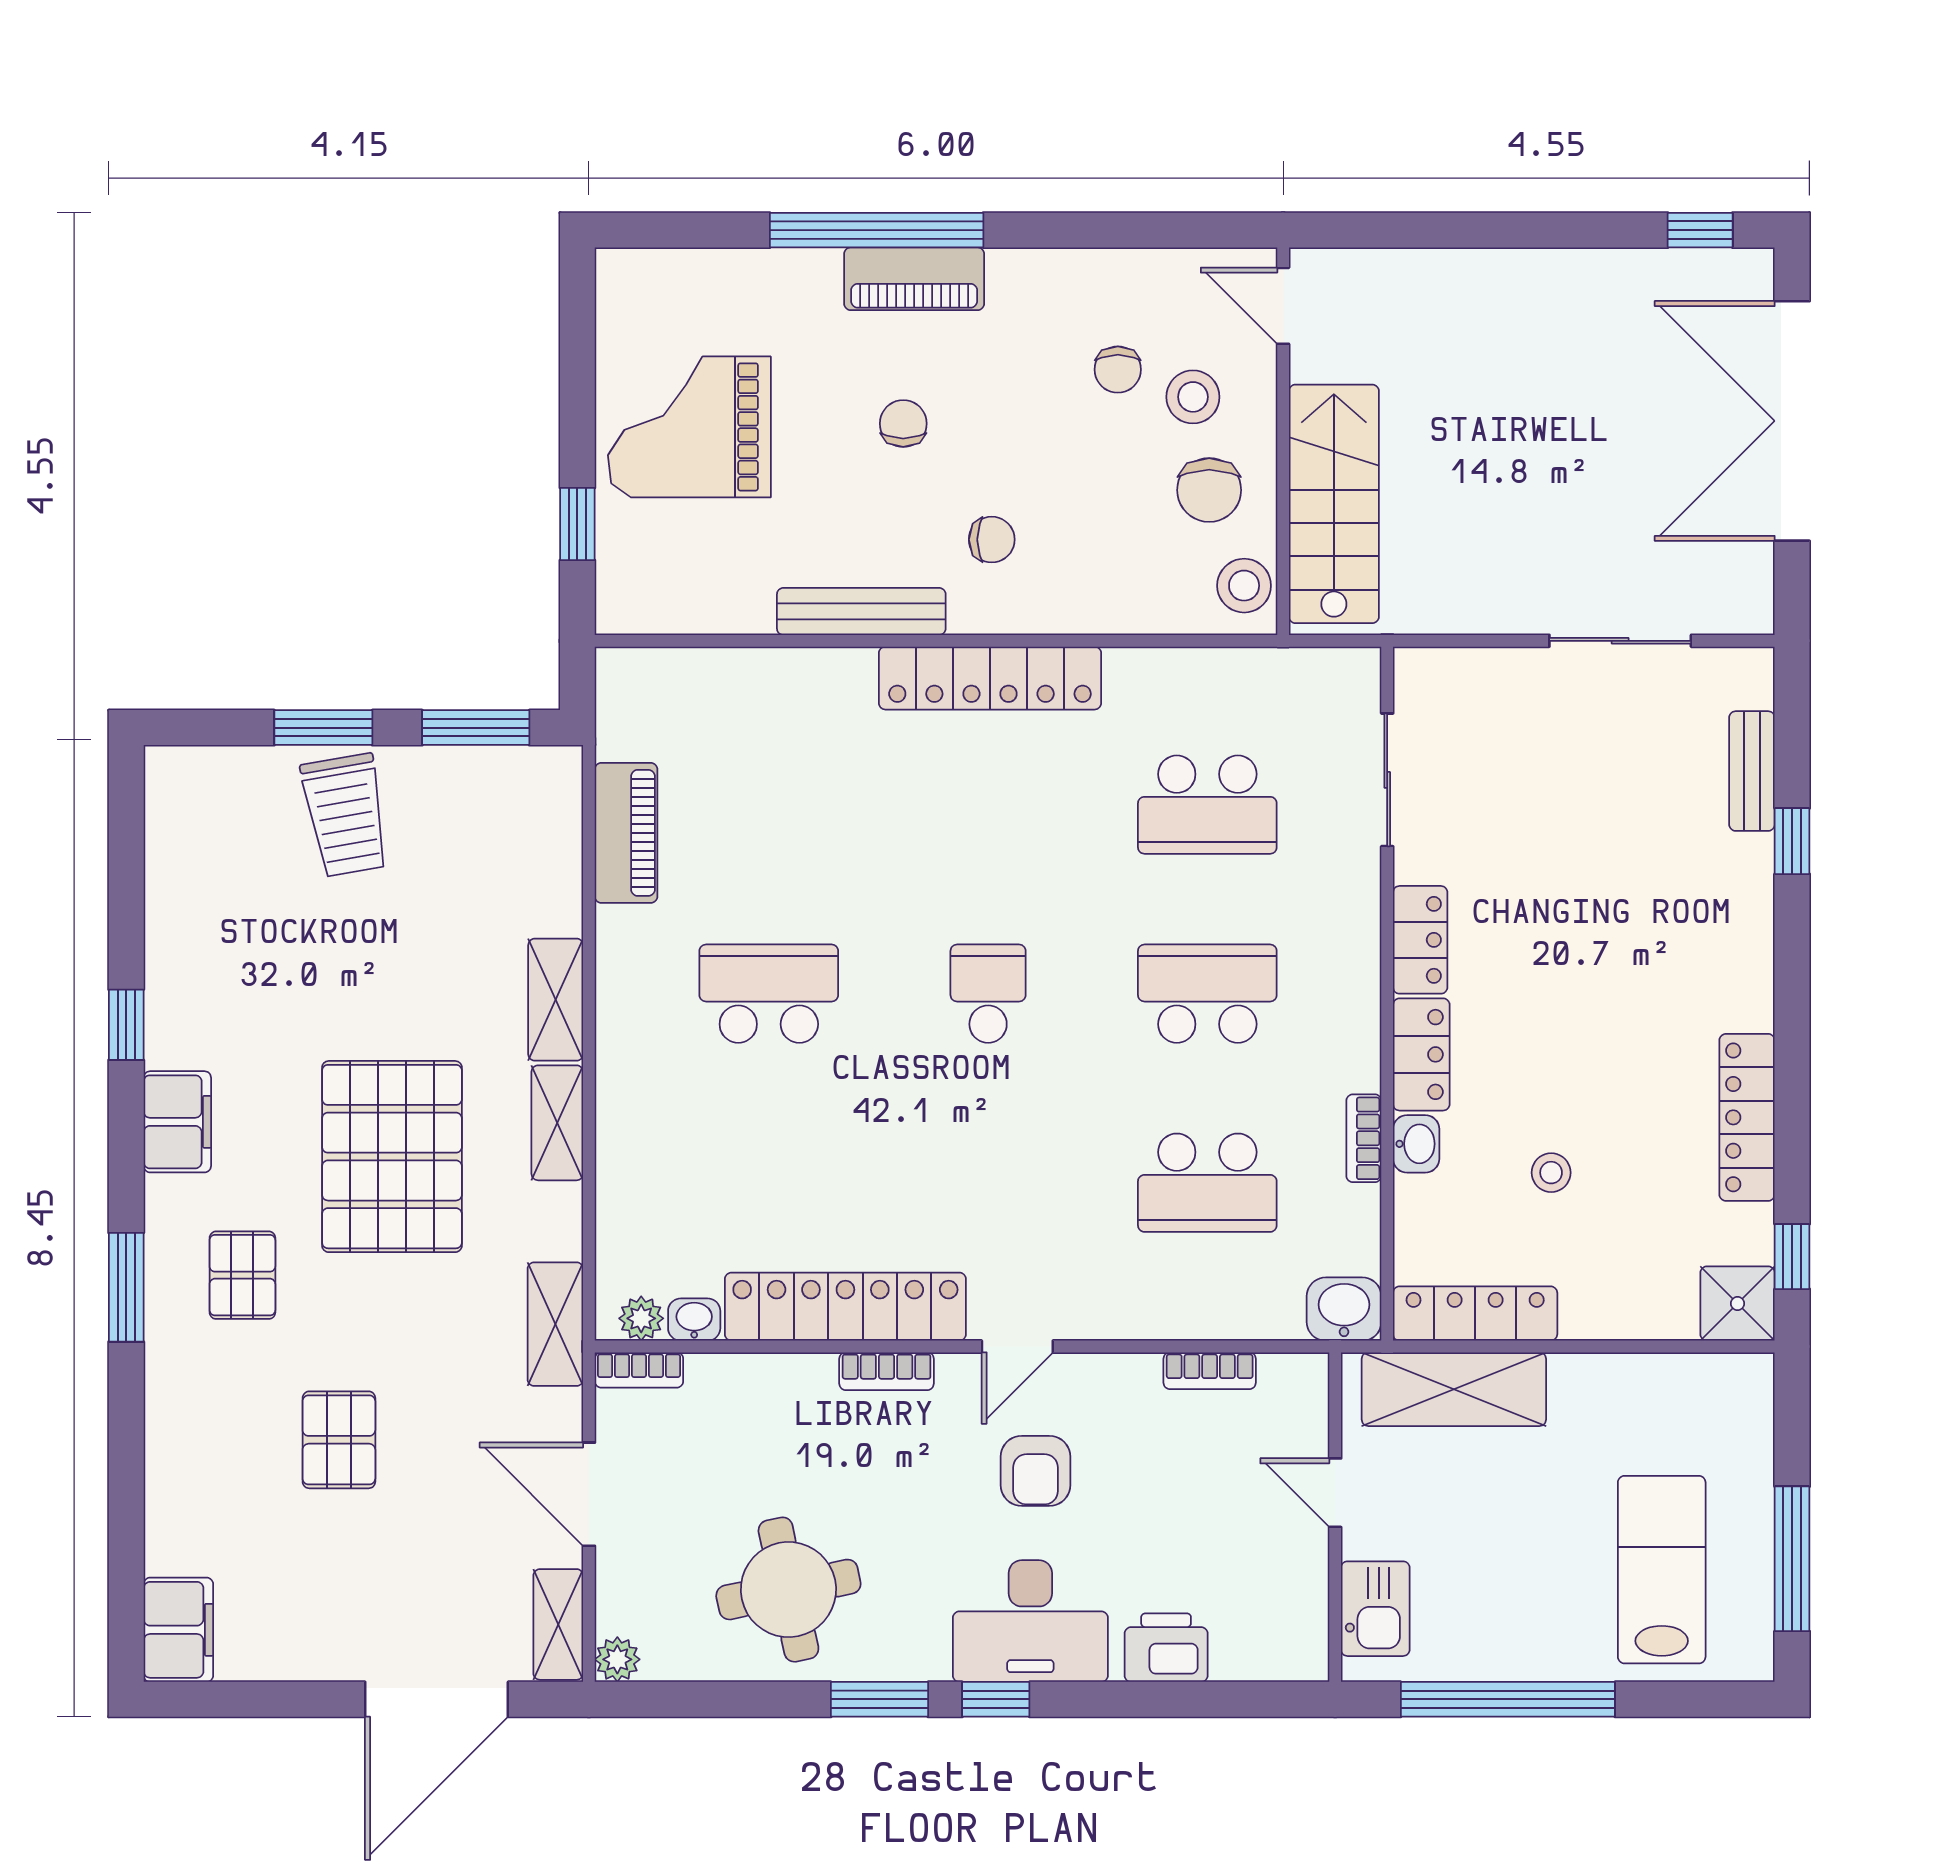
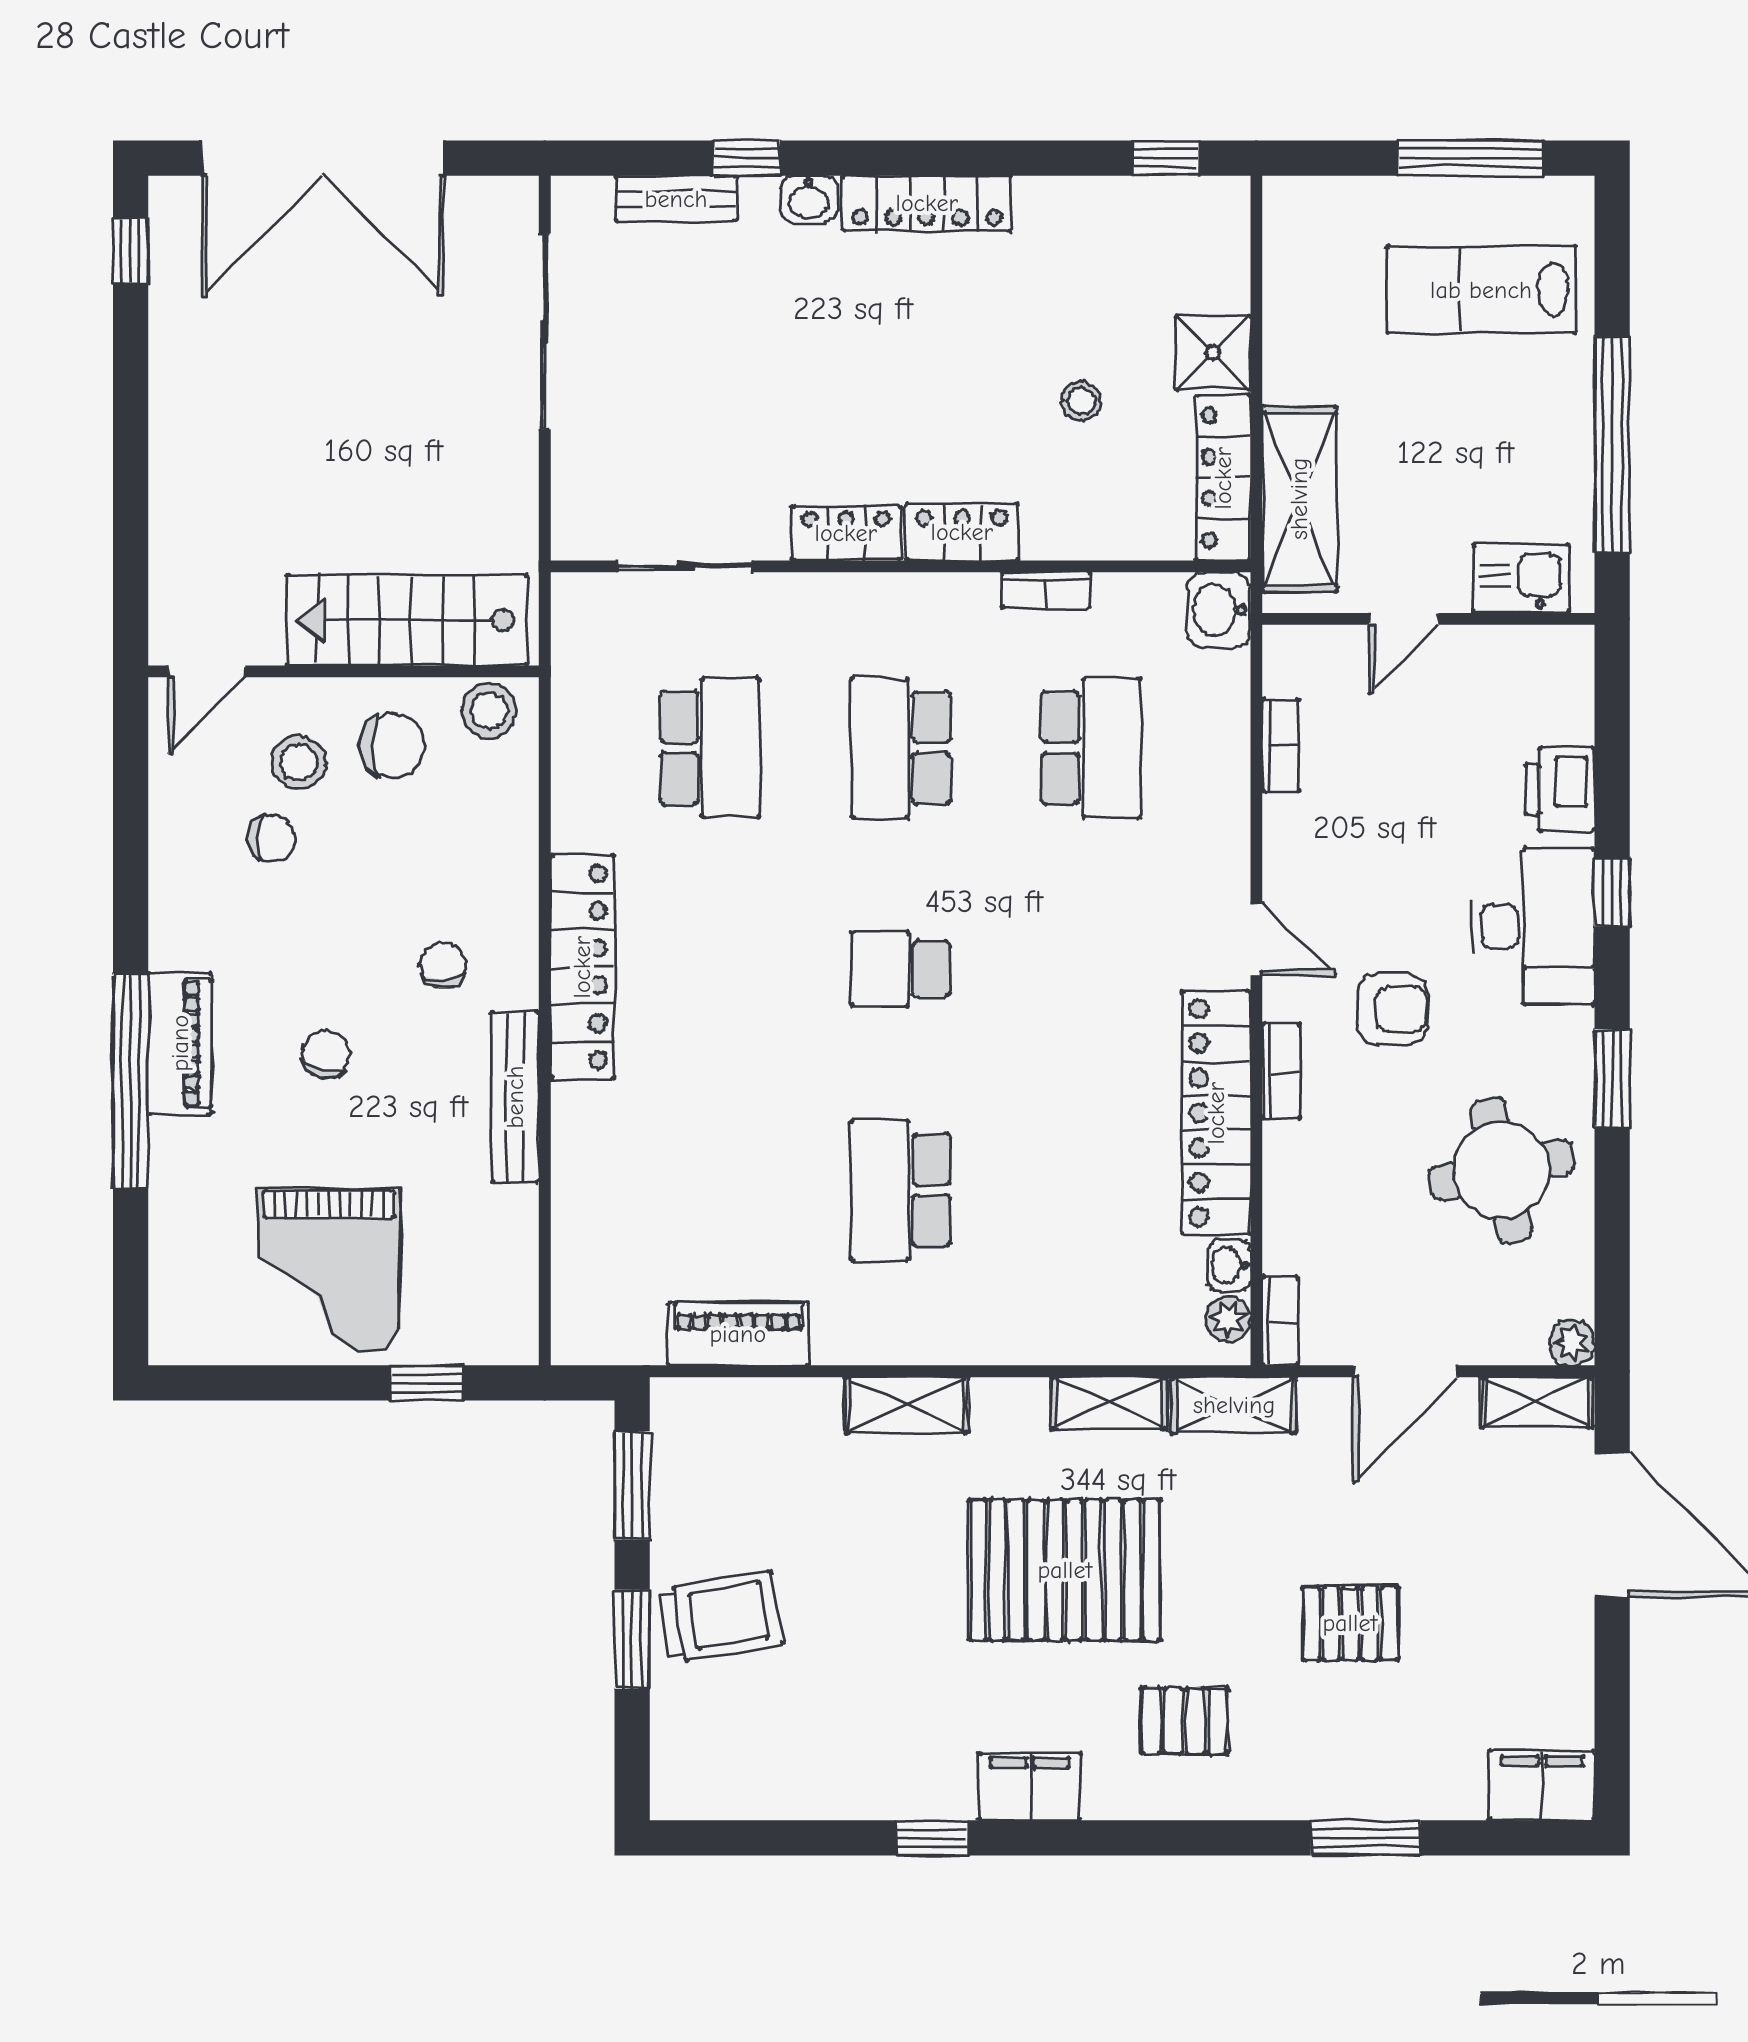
chair: (903, 424) -> (326, 1054), turned 104
sliding door: (1620, 641) -> (545, 331), width x1.37
locker: (1747, 1117) -> (927, 203), moved
shelving: (557, 1123) -> (1109, 1403), moved
washbasin: (1416, 1144) -> (809, 199), moved, turned 180
window: (126, 1287) -> (1366, 1838), moved
shower: (1738, 1303) -> (1213, 353), moved
armchair: (1036, 1471) -> (1393, 1009), moved
window: (996, 1699) -> (1612, 892), moved

